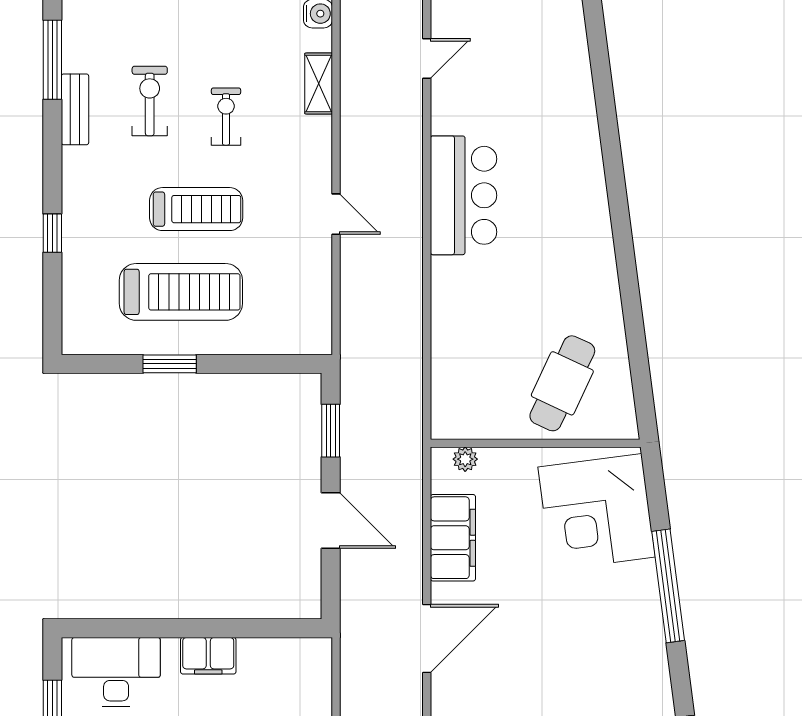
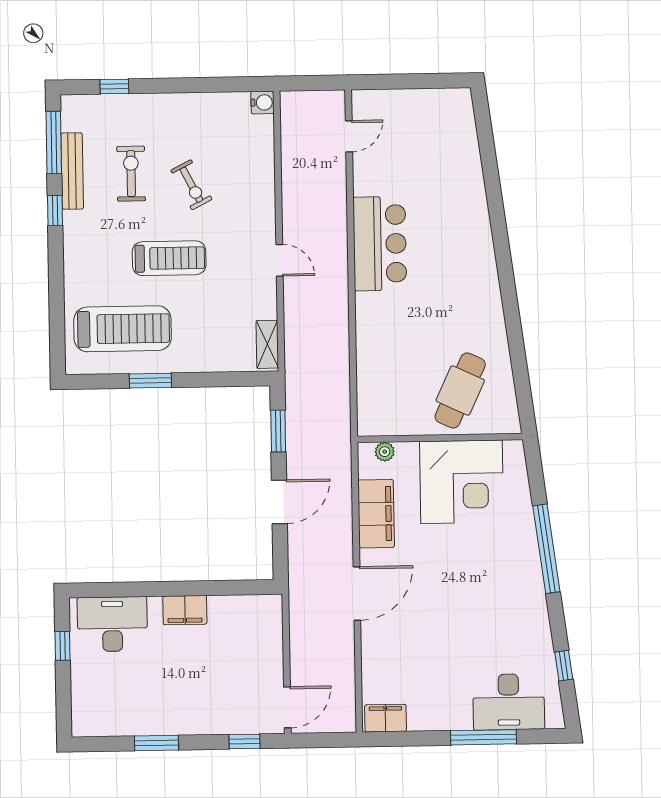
shelving: (319, 84) -> (267, 344), moved
bench: (75, 109) -> (72, 171), width x1.36
exercise bike: (226, 117) -> (191, 185), turned 153
window: (52, 233) -> (55, 211), moved
treadmill: (181, 292) -> (123, 329), moved
corner desk: (597, 512) -> (461, 482), moved, turned -83
door: (331, 521) -> (279, 502), hinge flipped

